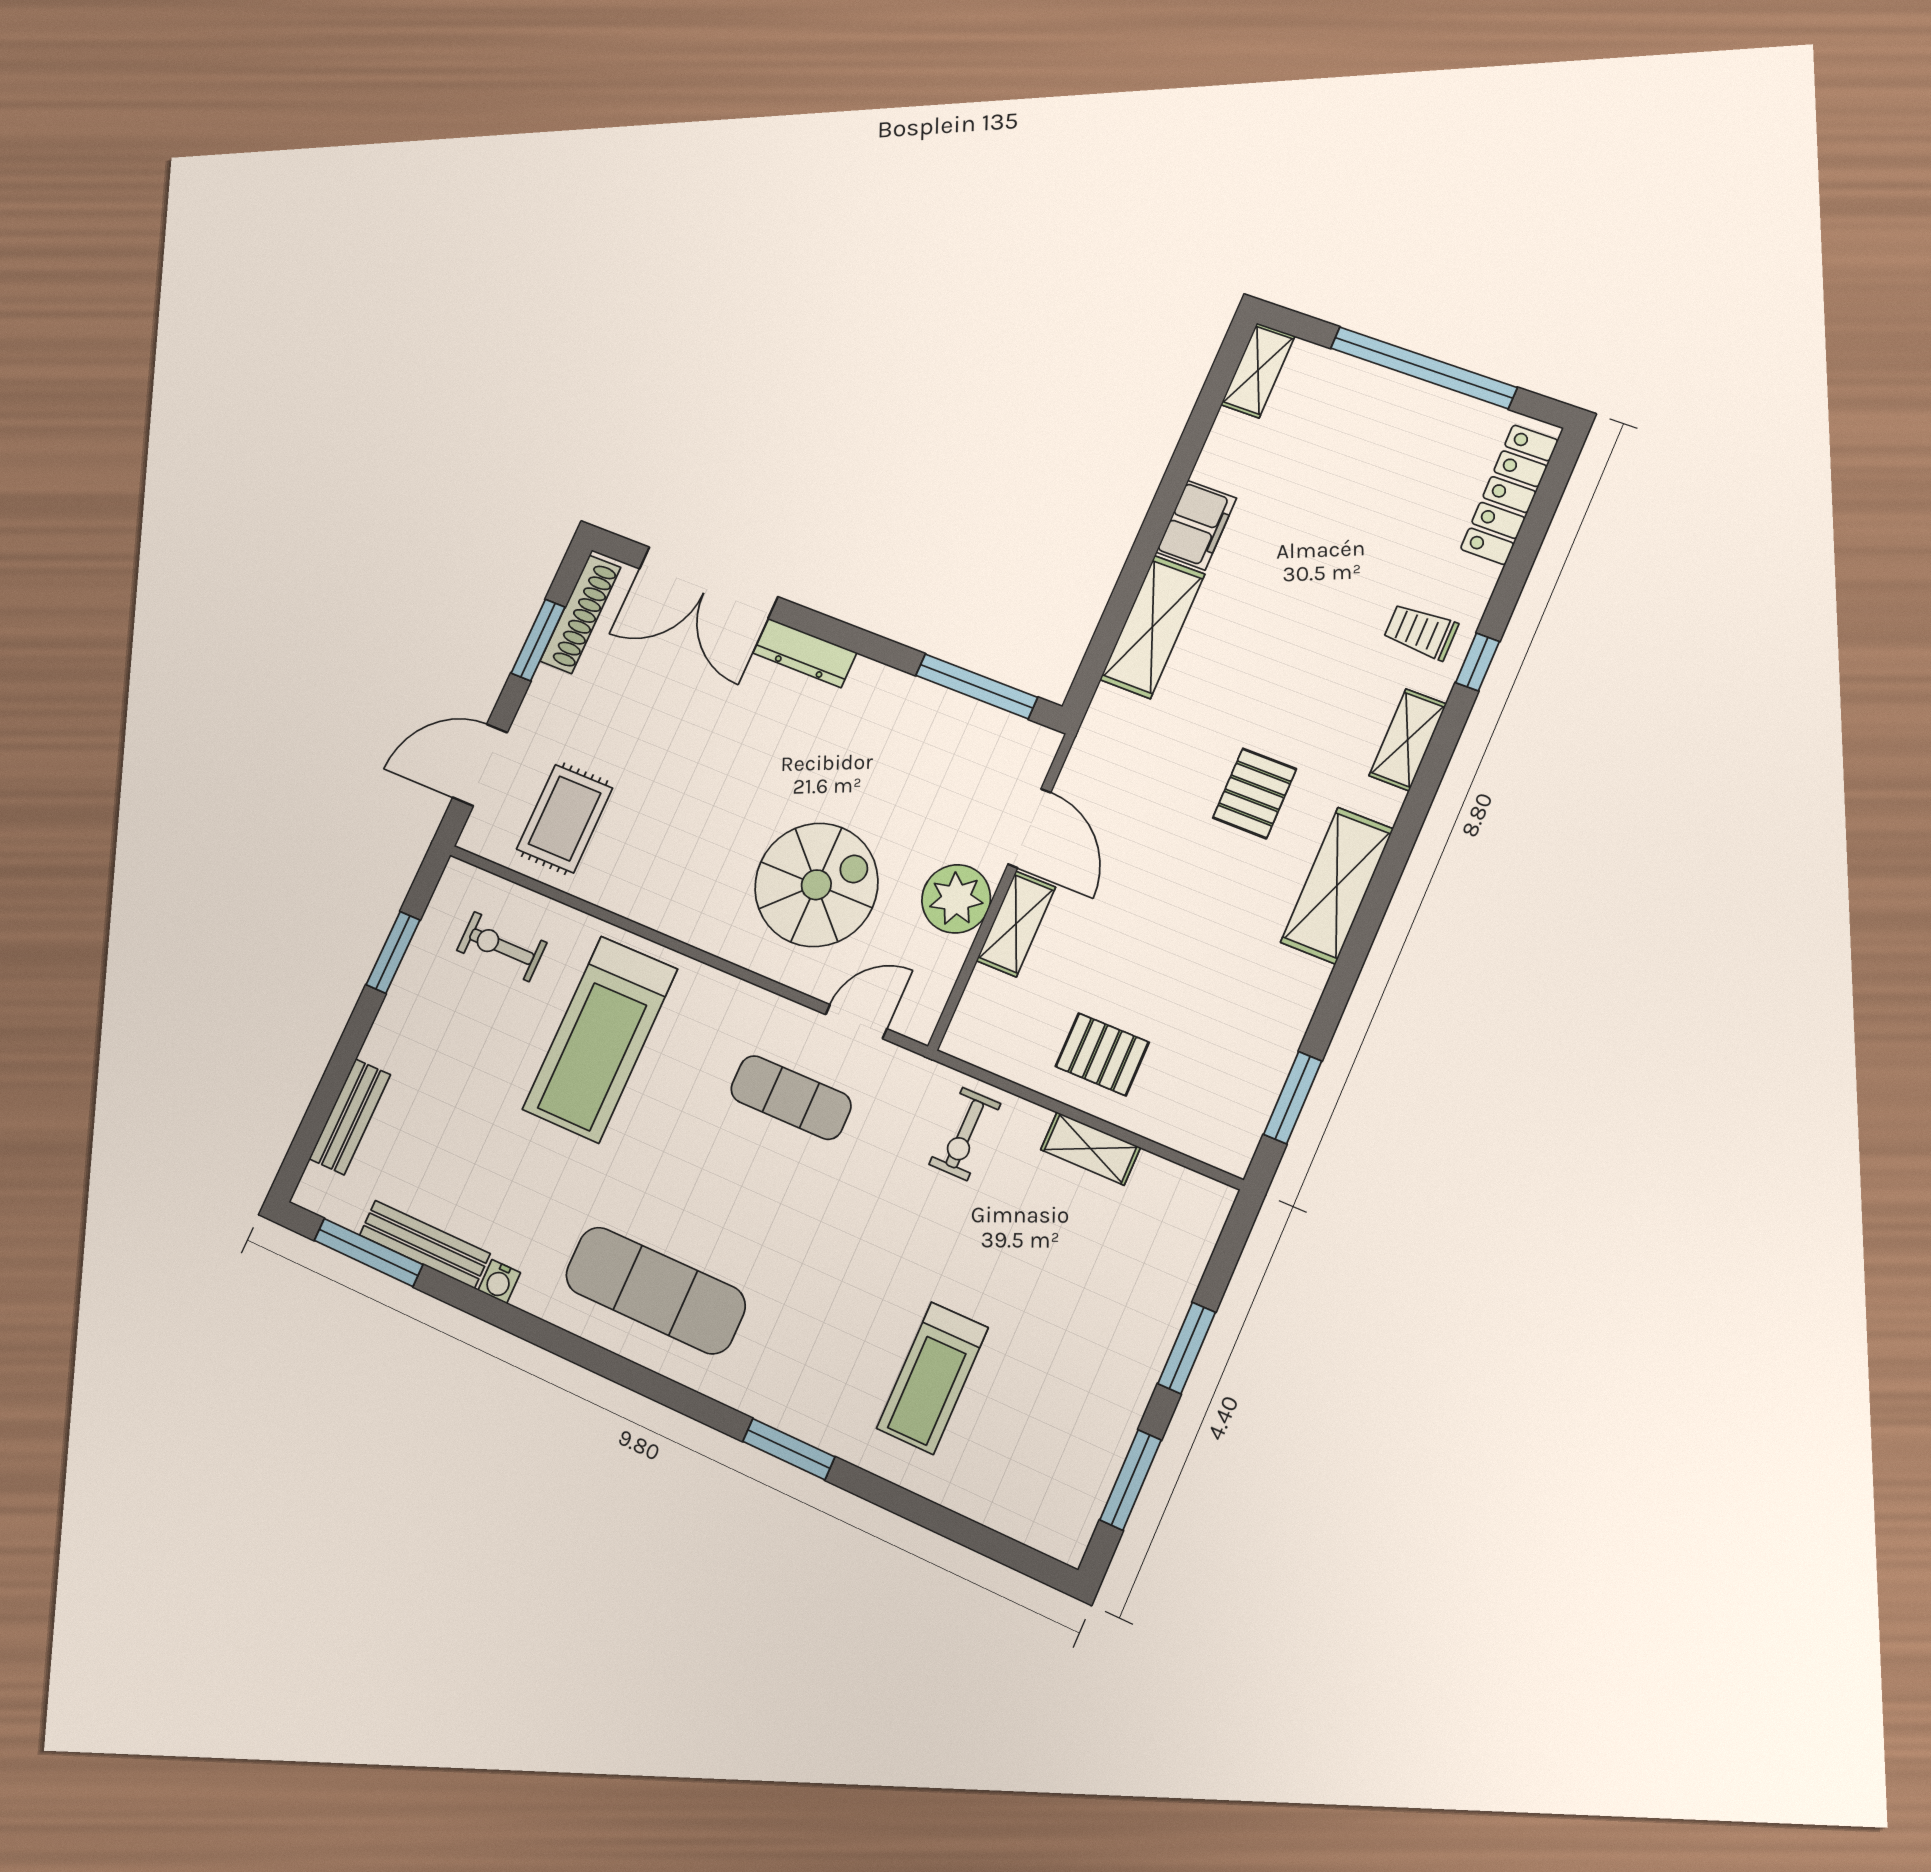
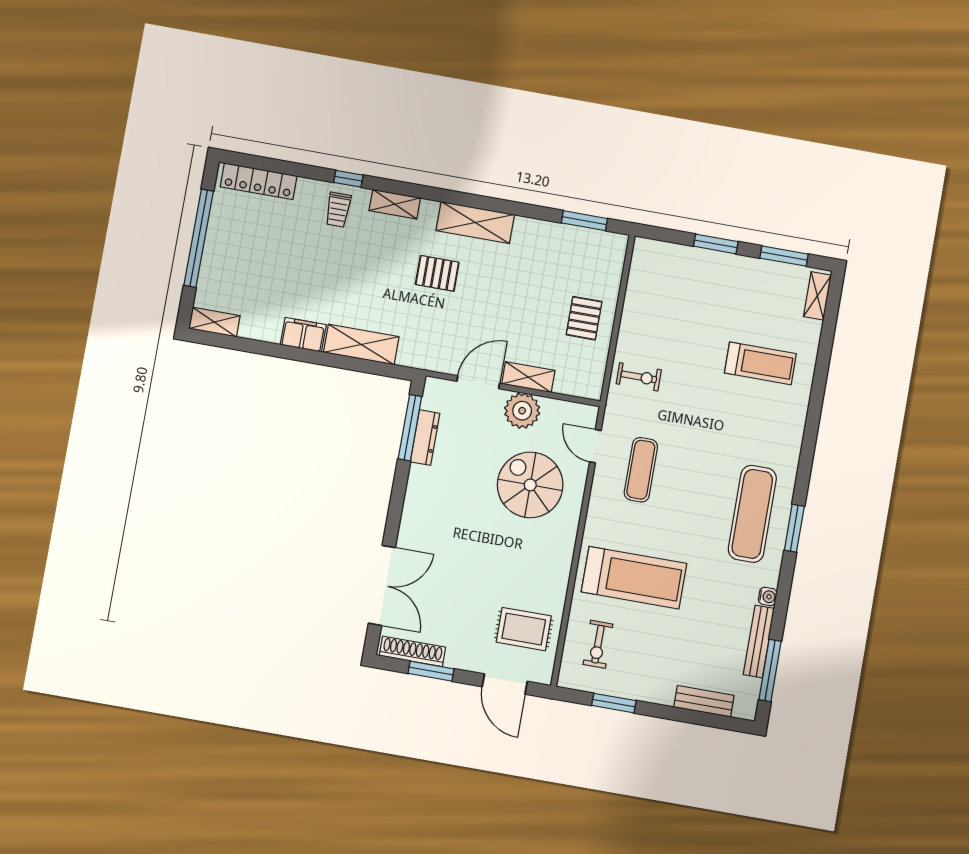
dresser: (805, 653) -> (425, 438), moved
shelving: (1090, 1149) -> (817, 296), moved
window: (789, 1449) -> (794, 528), moved

